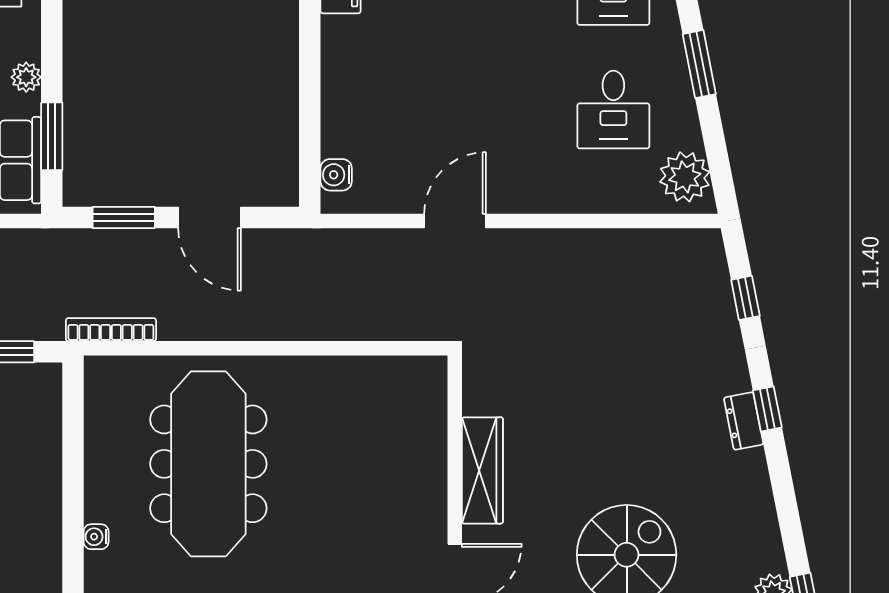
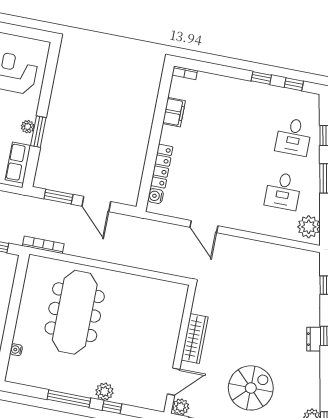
locker: (337, 107) -> (162, 166), added
window: (52, 136) -> (38, 132), moved
door: (455, 221) -> (204, 227), swing flipped
water cooler: (96, 537) -> (16, 350), moved

